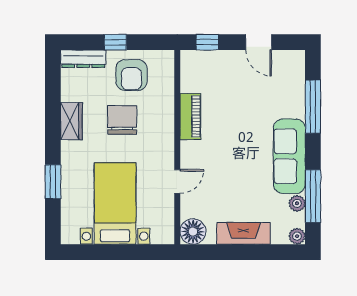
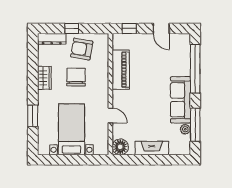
armchair: (131, 75) -> (82, 49), turned 100
window: (313, 107) -> (195, 69), width x1.46
piano: (190, 117) -> (121, 70), width x1.37, depth x1.33
door: (177, 181) -> (110, 116), hinge flipped
plant: (297, 236) -> (185, 150), removed

